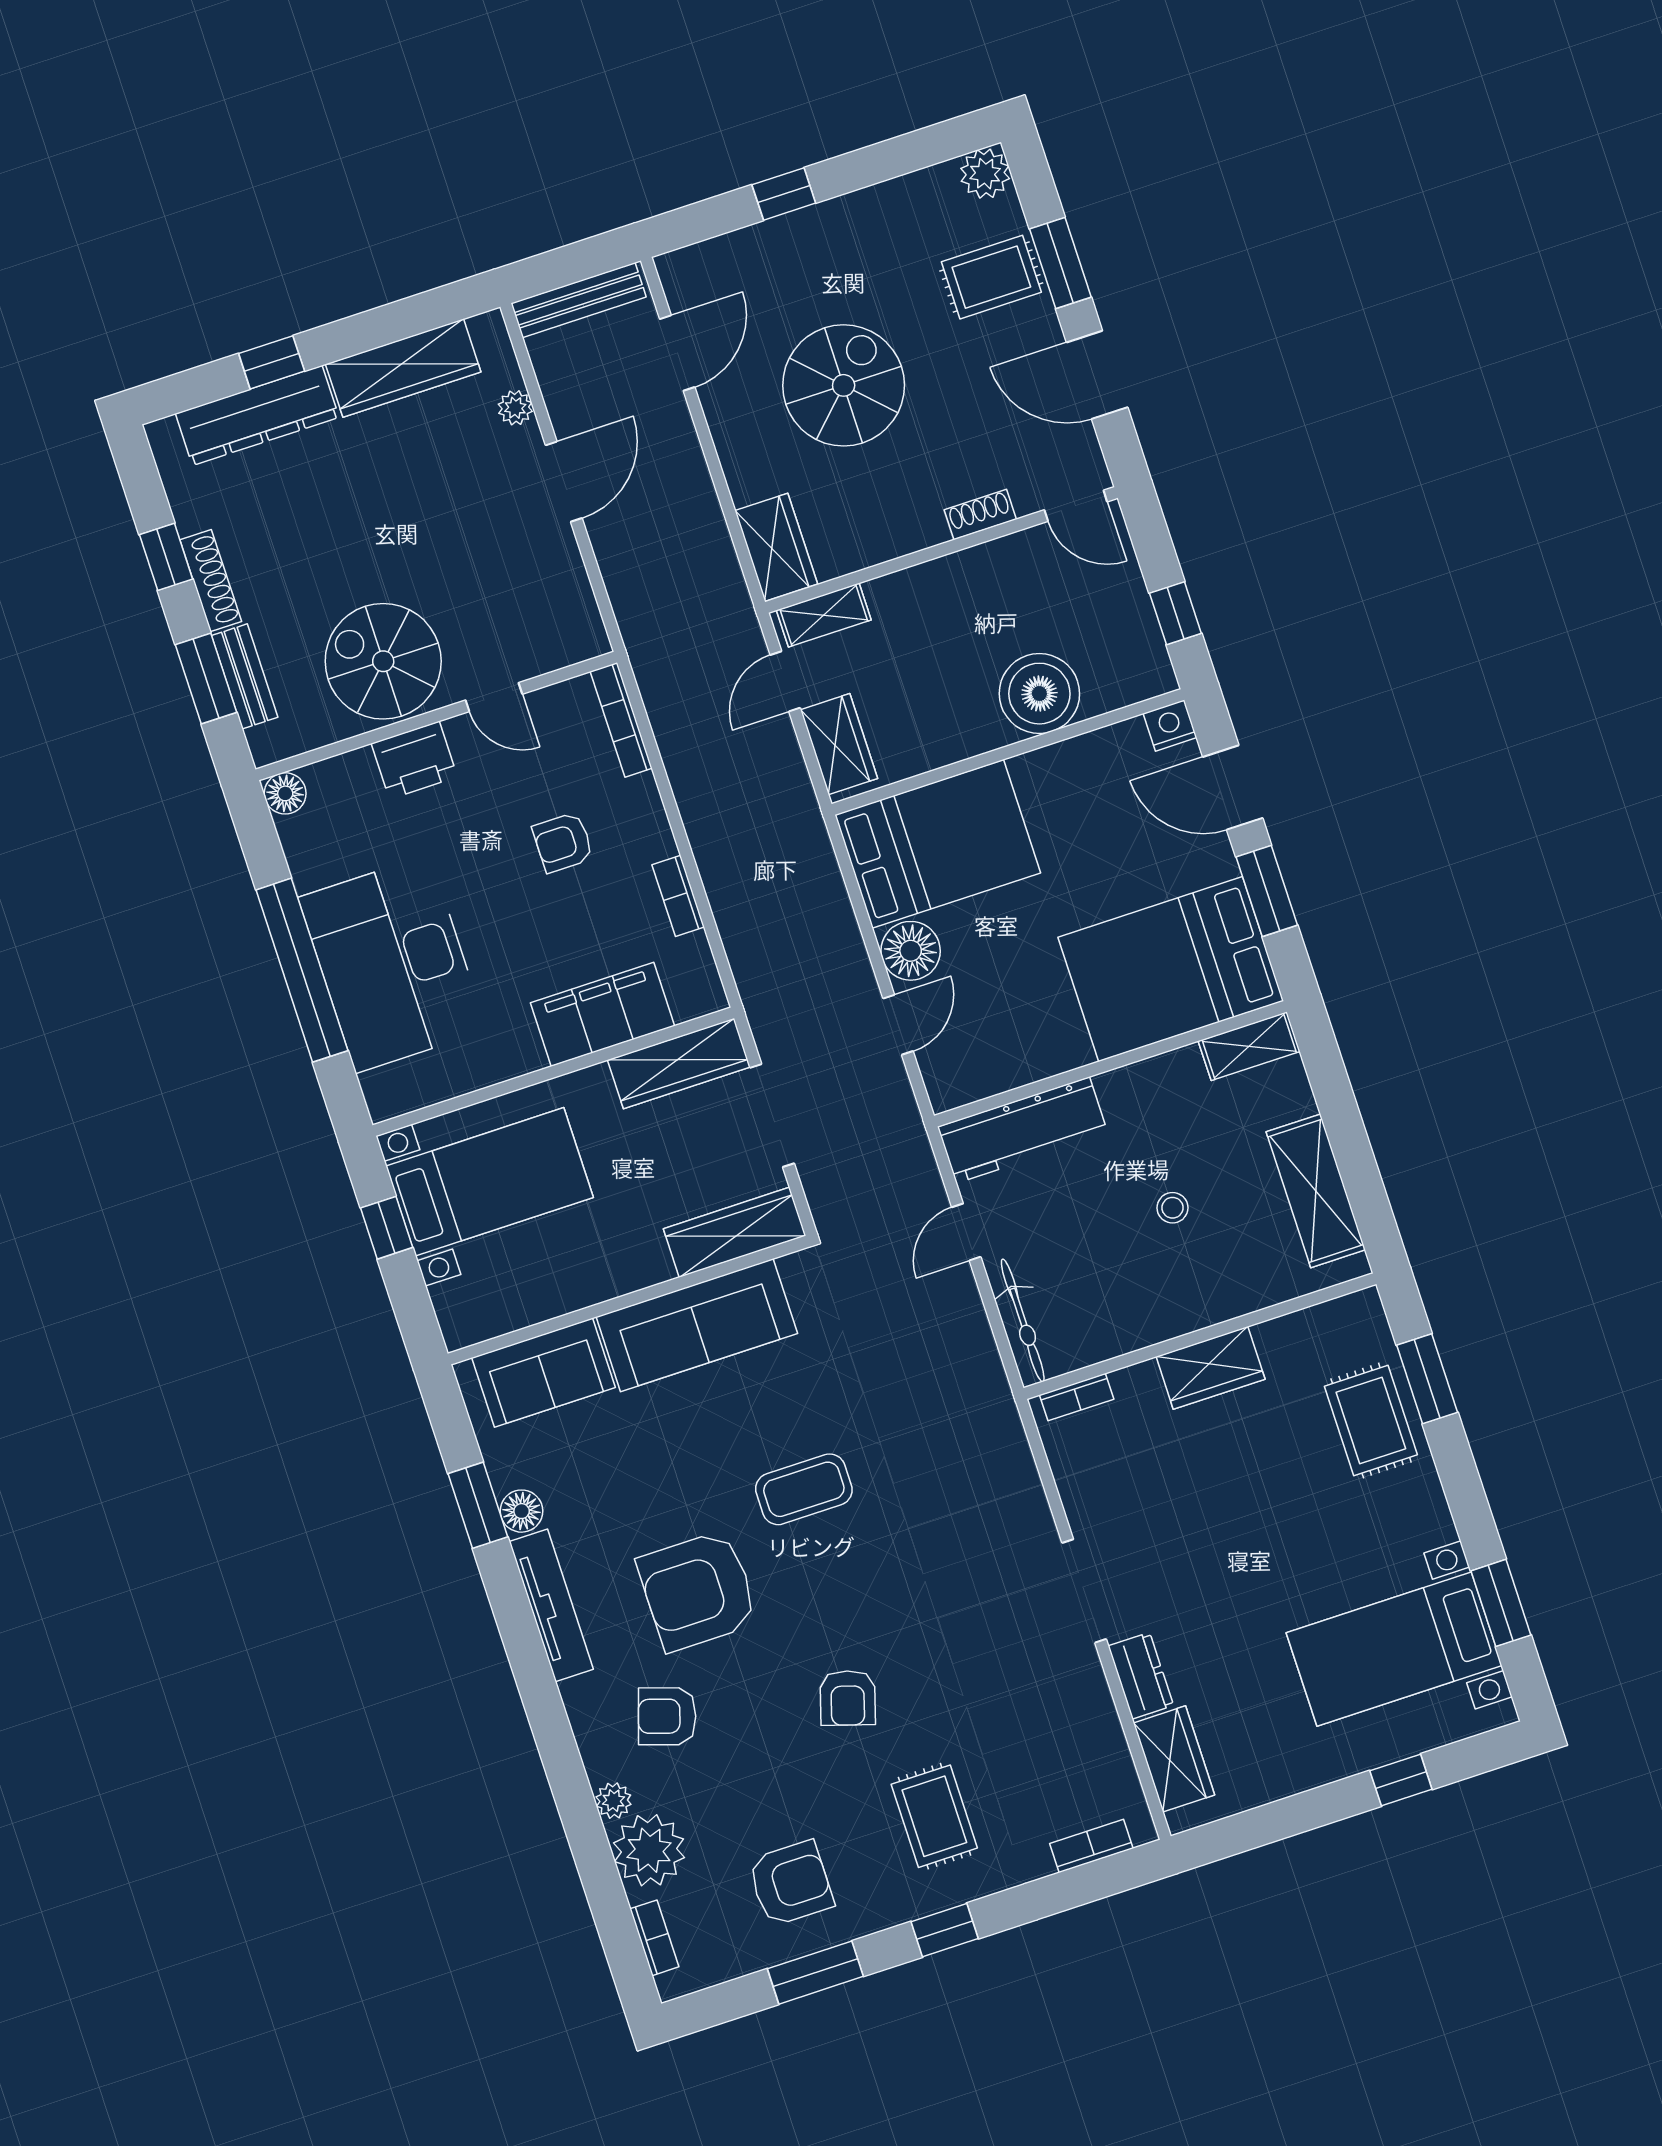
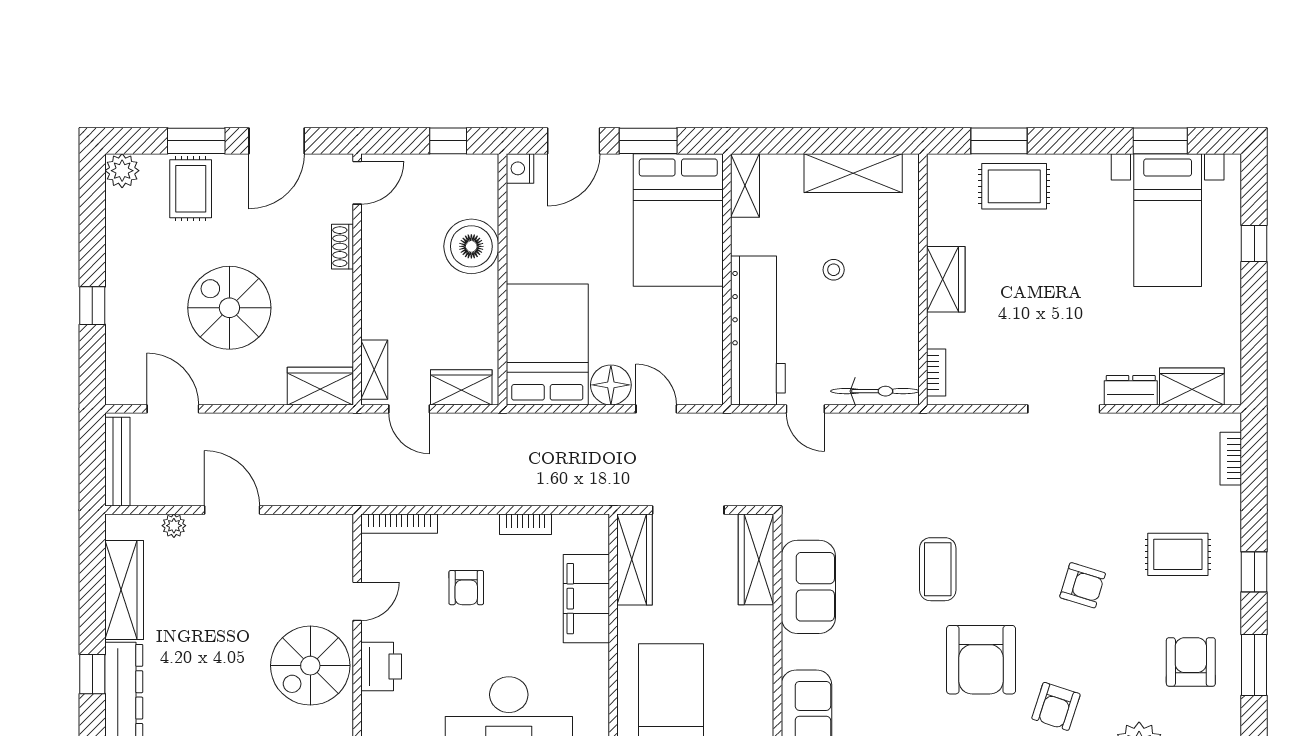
workbench: (1023, 1130) -> (758, 331), width x1.36, depth x1.32
sofa: (697, 1325) -> (808, 587), width x0.73

